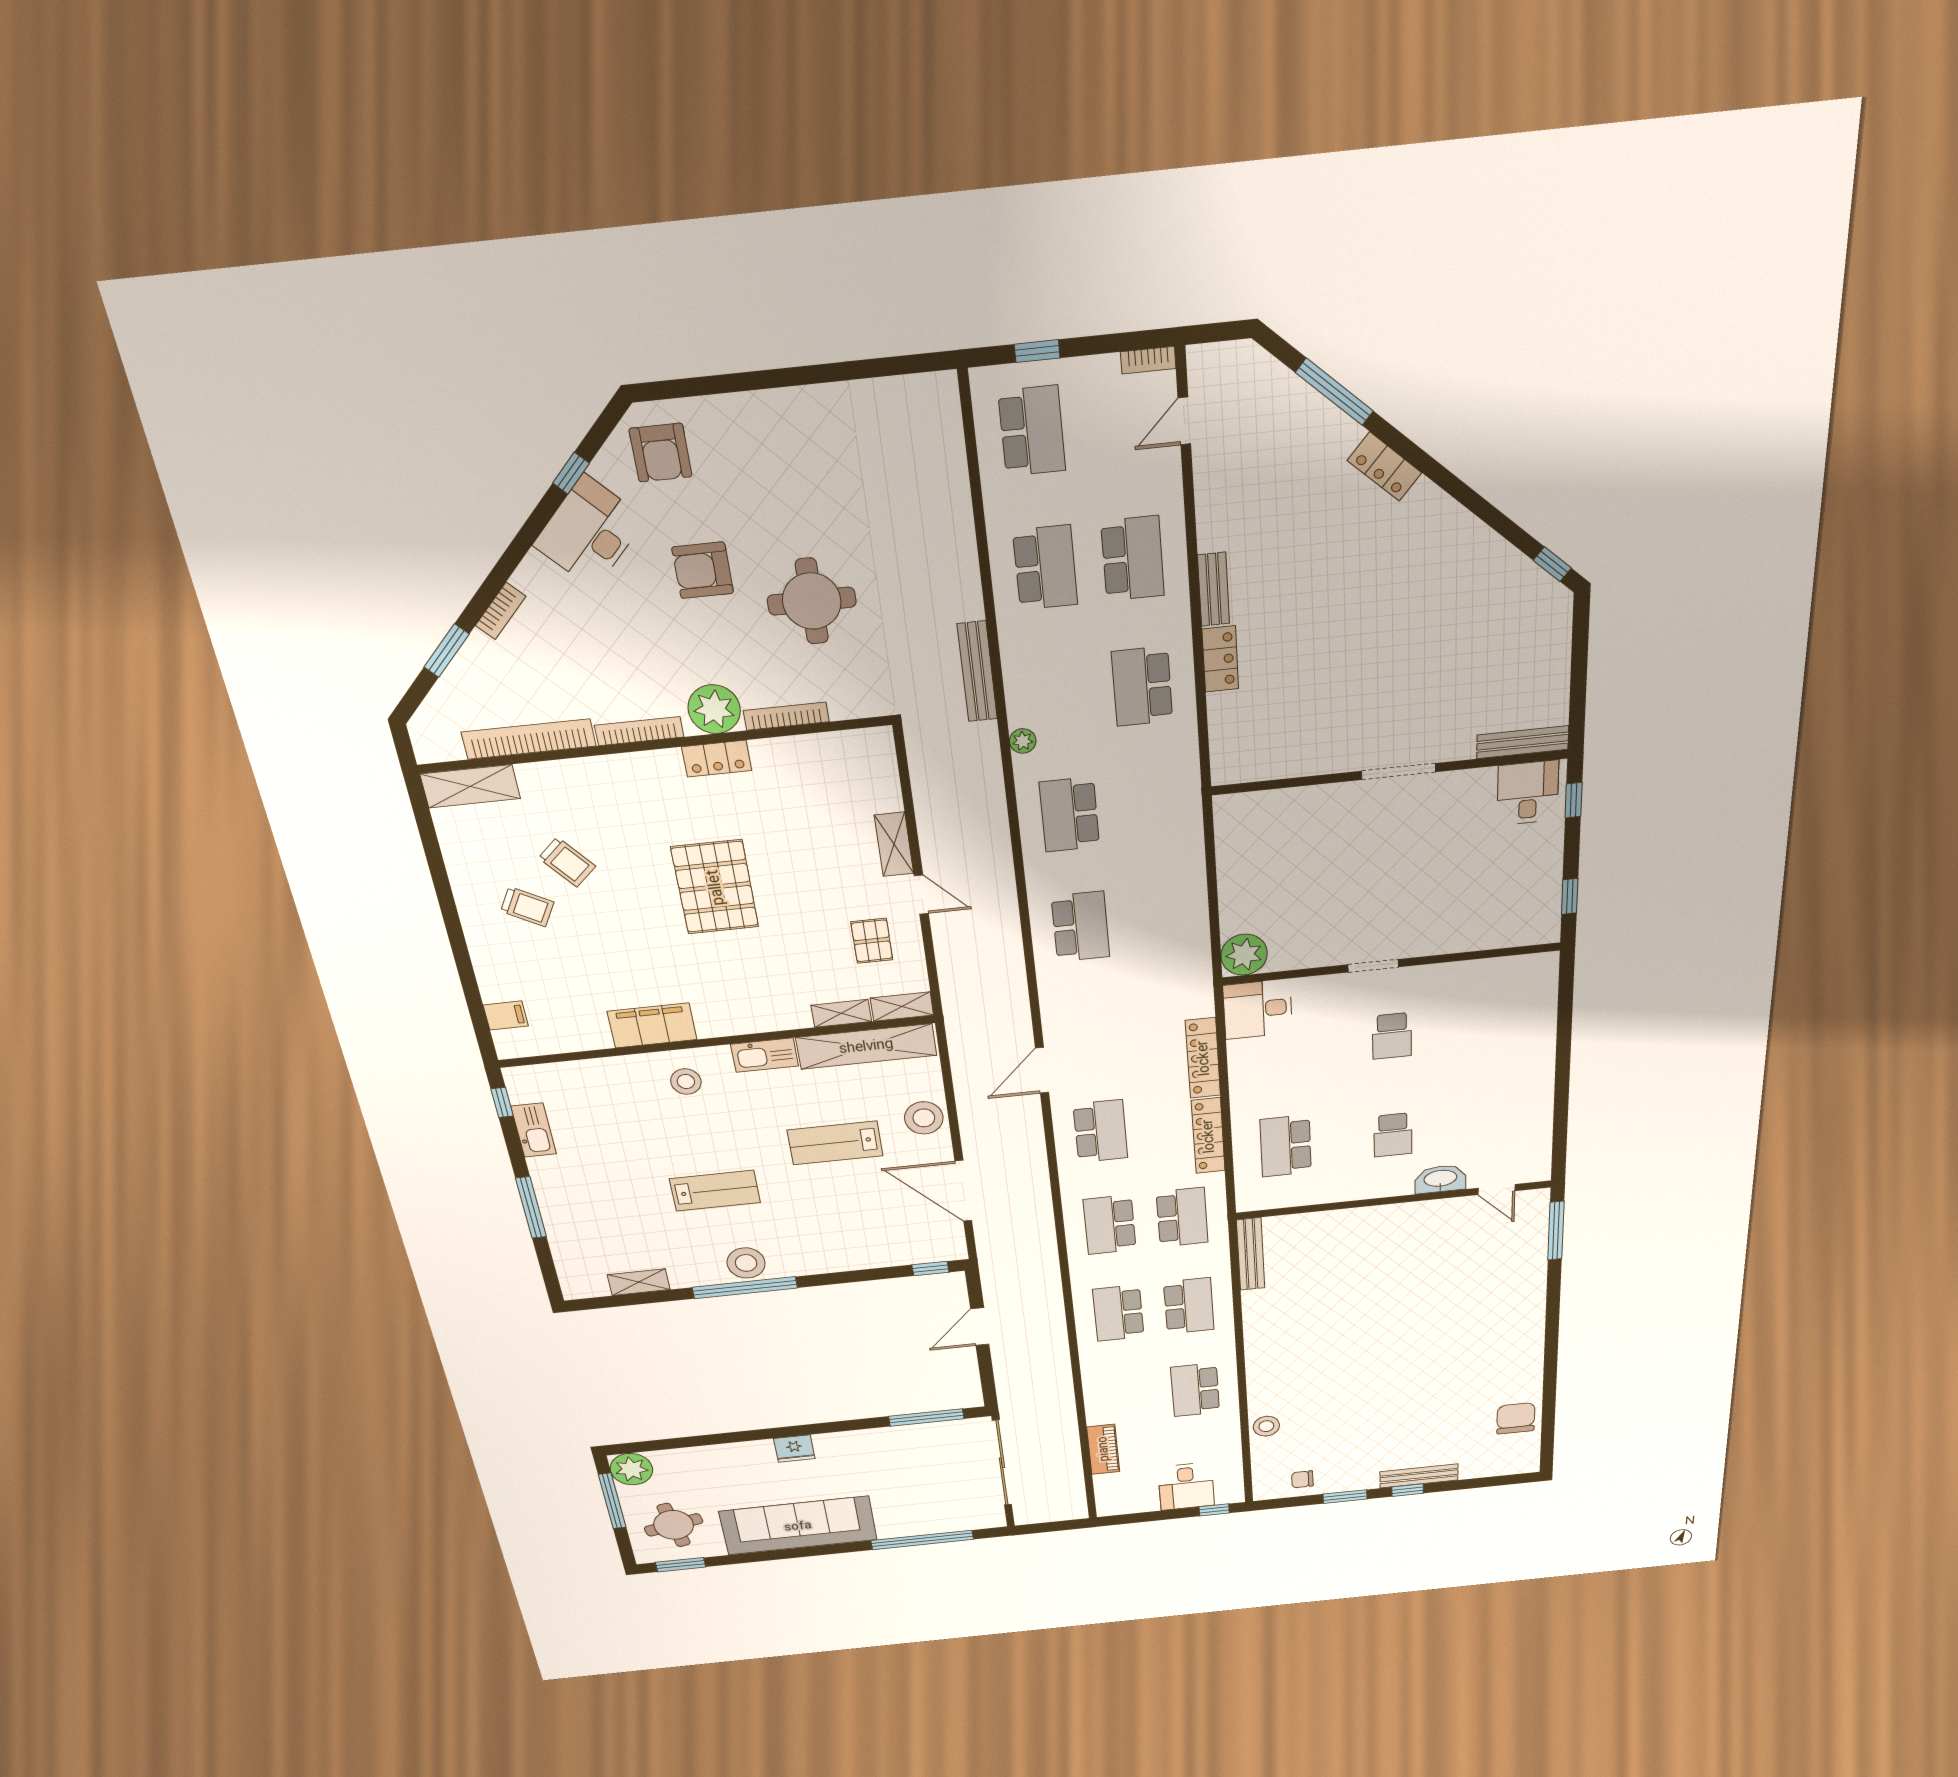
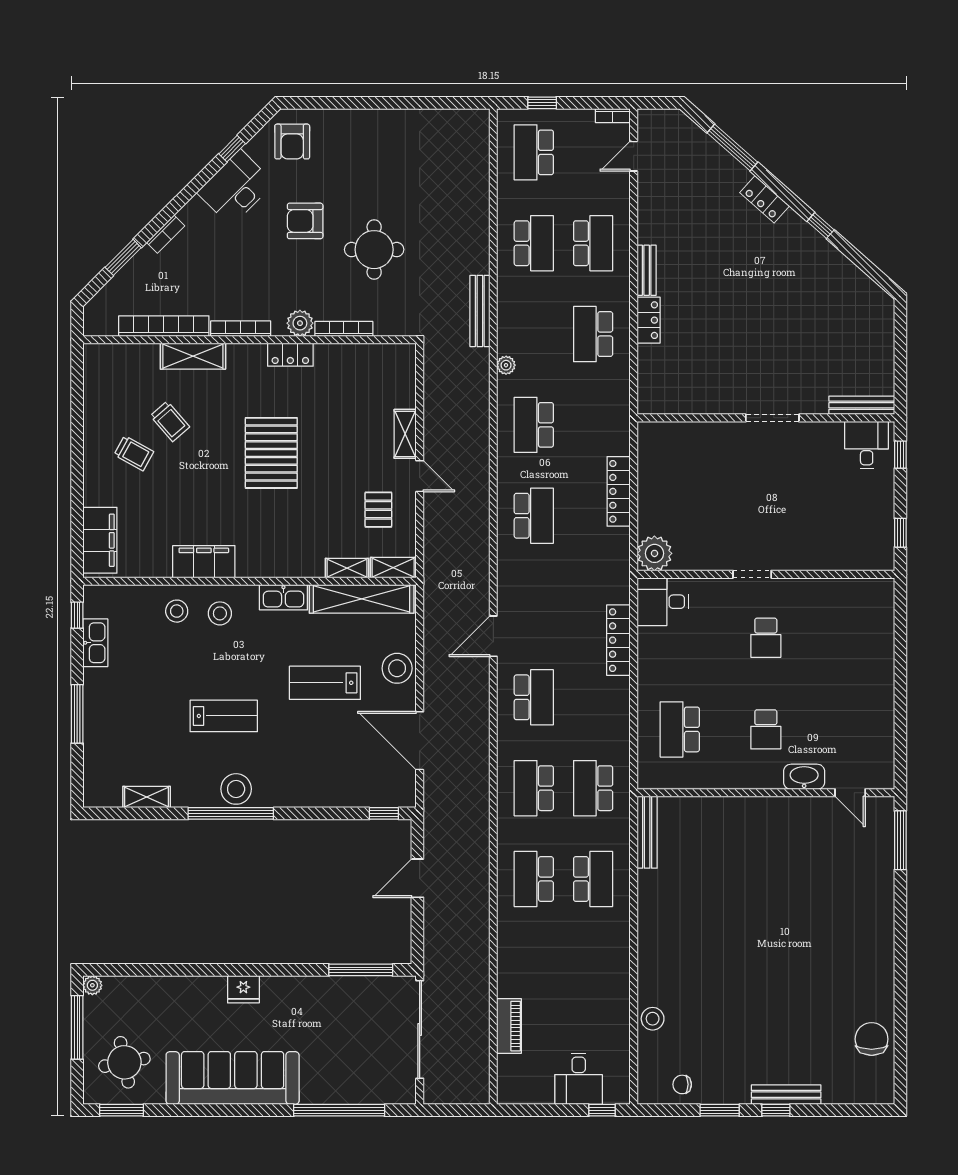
school desk: (1032, 431) -> (534, 152), turned 180
window: (1552, 564) -> (821, 226), moved
plant: (714, 709) -> (300, 323), width x0.73, depth x0.73
shelving: (470, 786) -> (193, 356), moved
filing cabinet: (506, 1015) -> (100, 540), width x3.00, depth x1.17
stool: (630, 1085) -> (177, 611), added
locker: (1208, 1136) -> (619, 491), moved
school desk: (1182, 1217) -> (593, 788), turned 180
school desk: (1195, 1390) -> (593, 970), removed
plant: (631, 1469) -> (92, 985), width x0.53, depth x0.53

